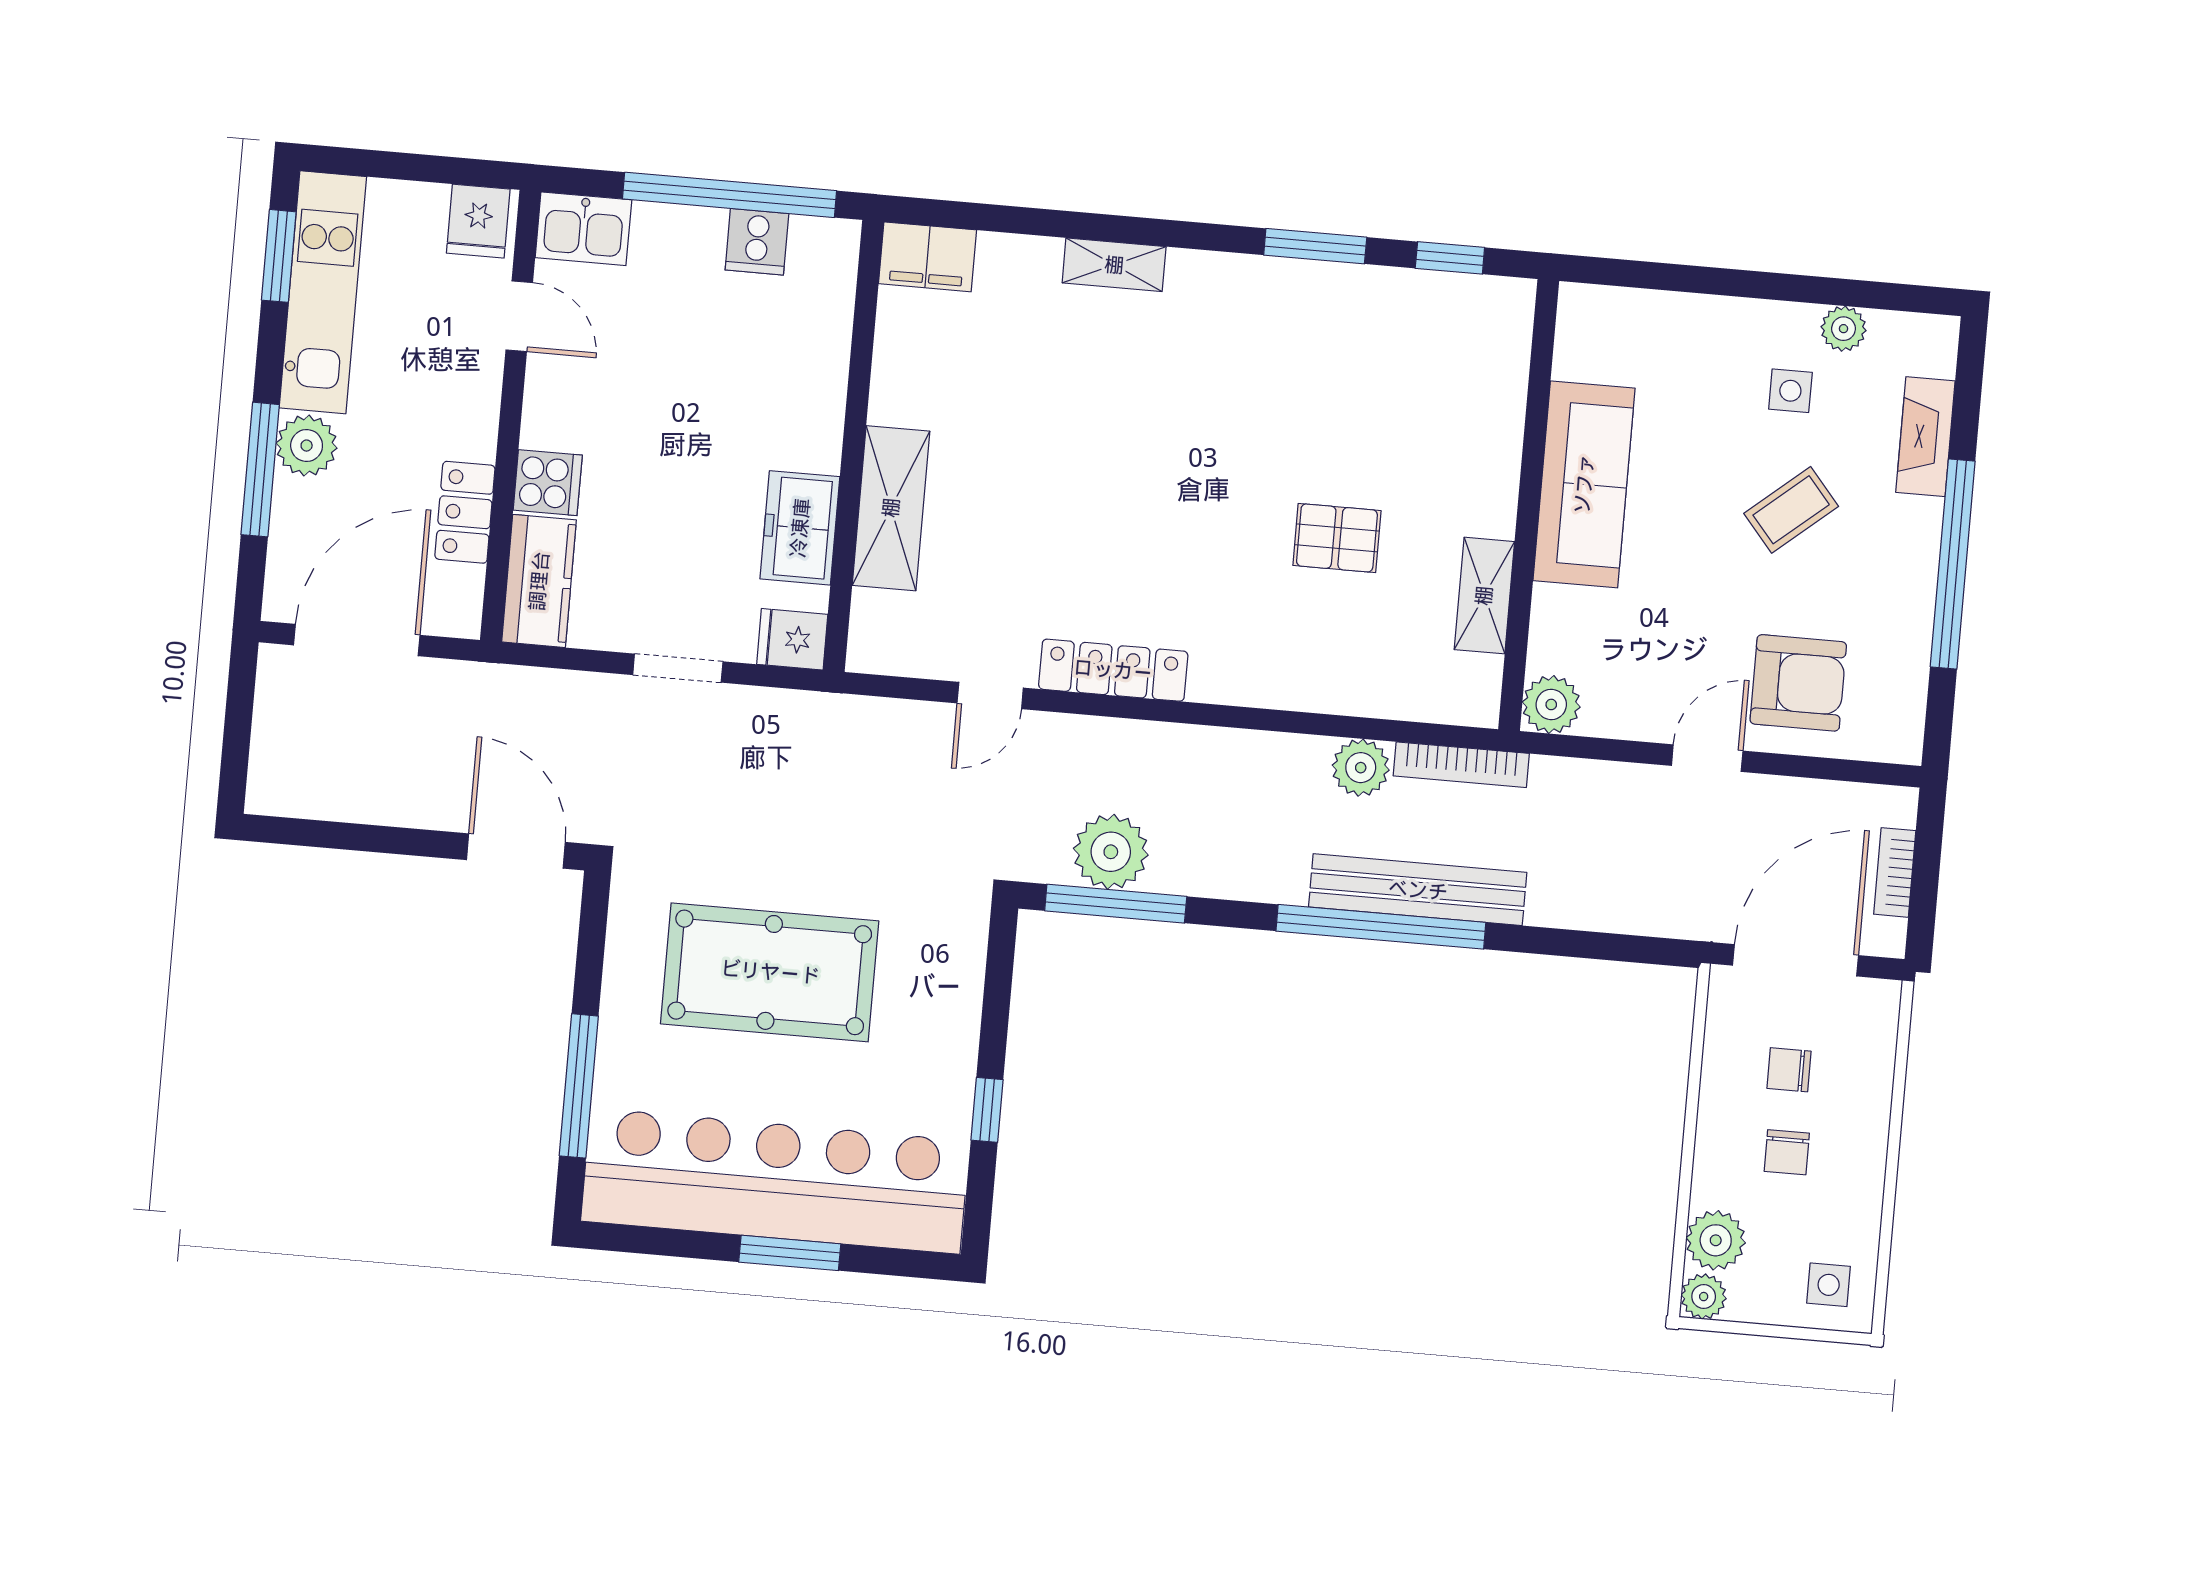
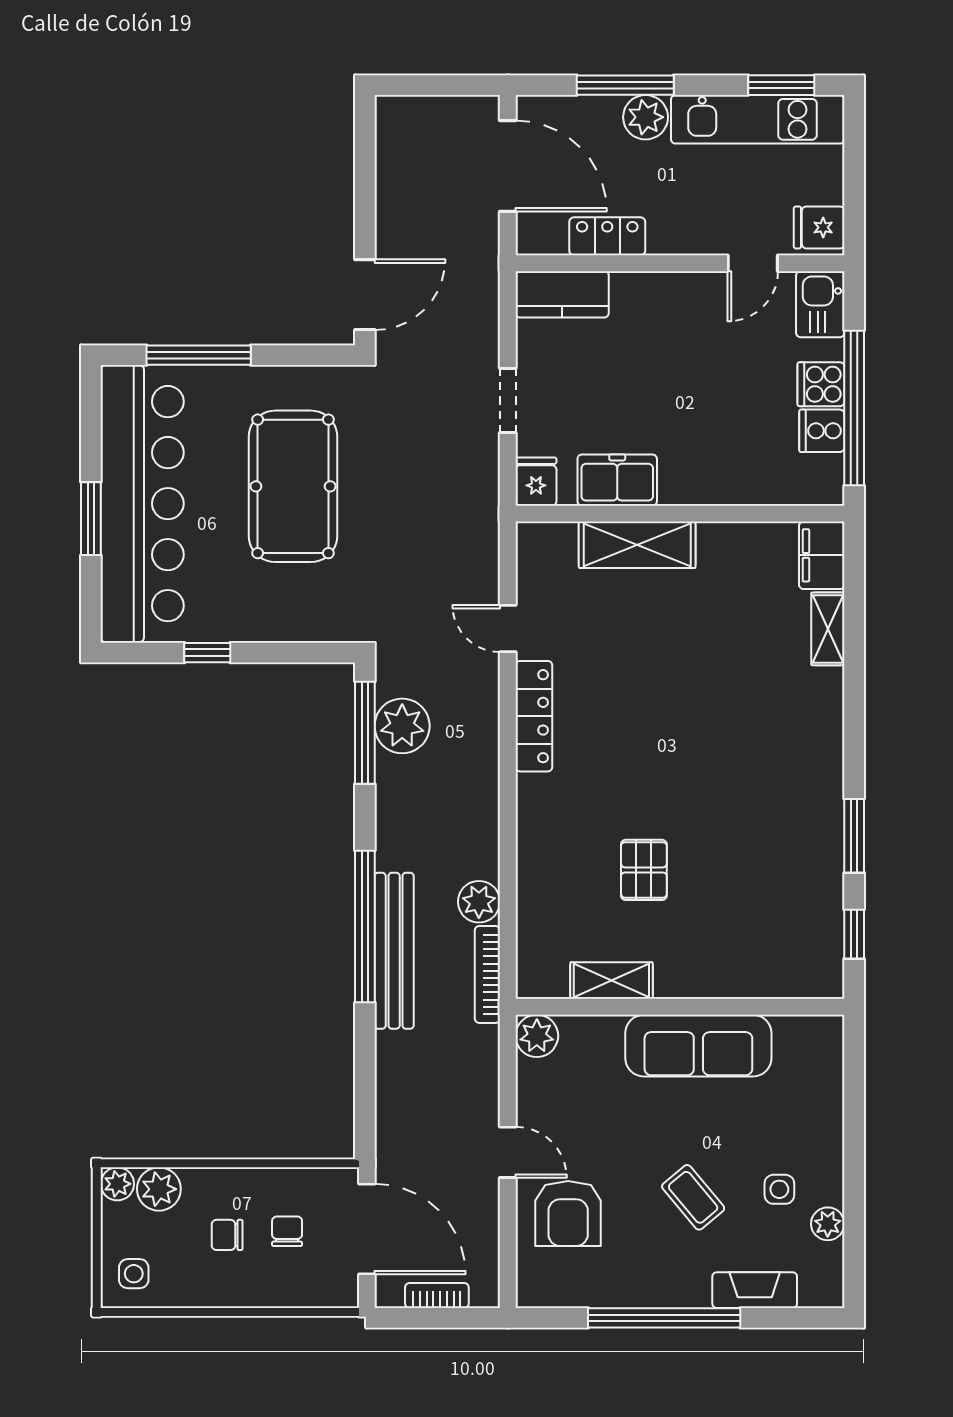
shelving: (1114, 265) -> (828, 629), moved
cooker: (548, 483) -> (821, 384), moved, turned 90

